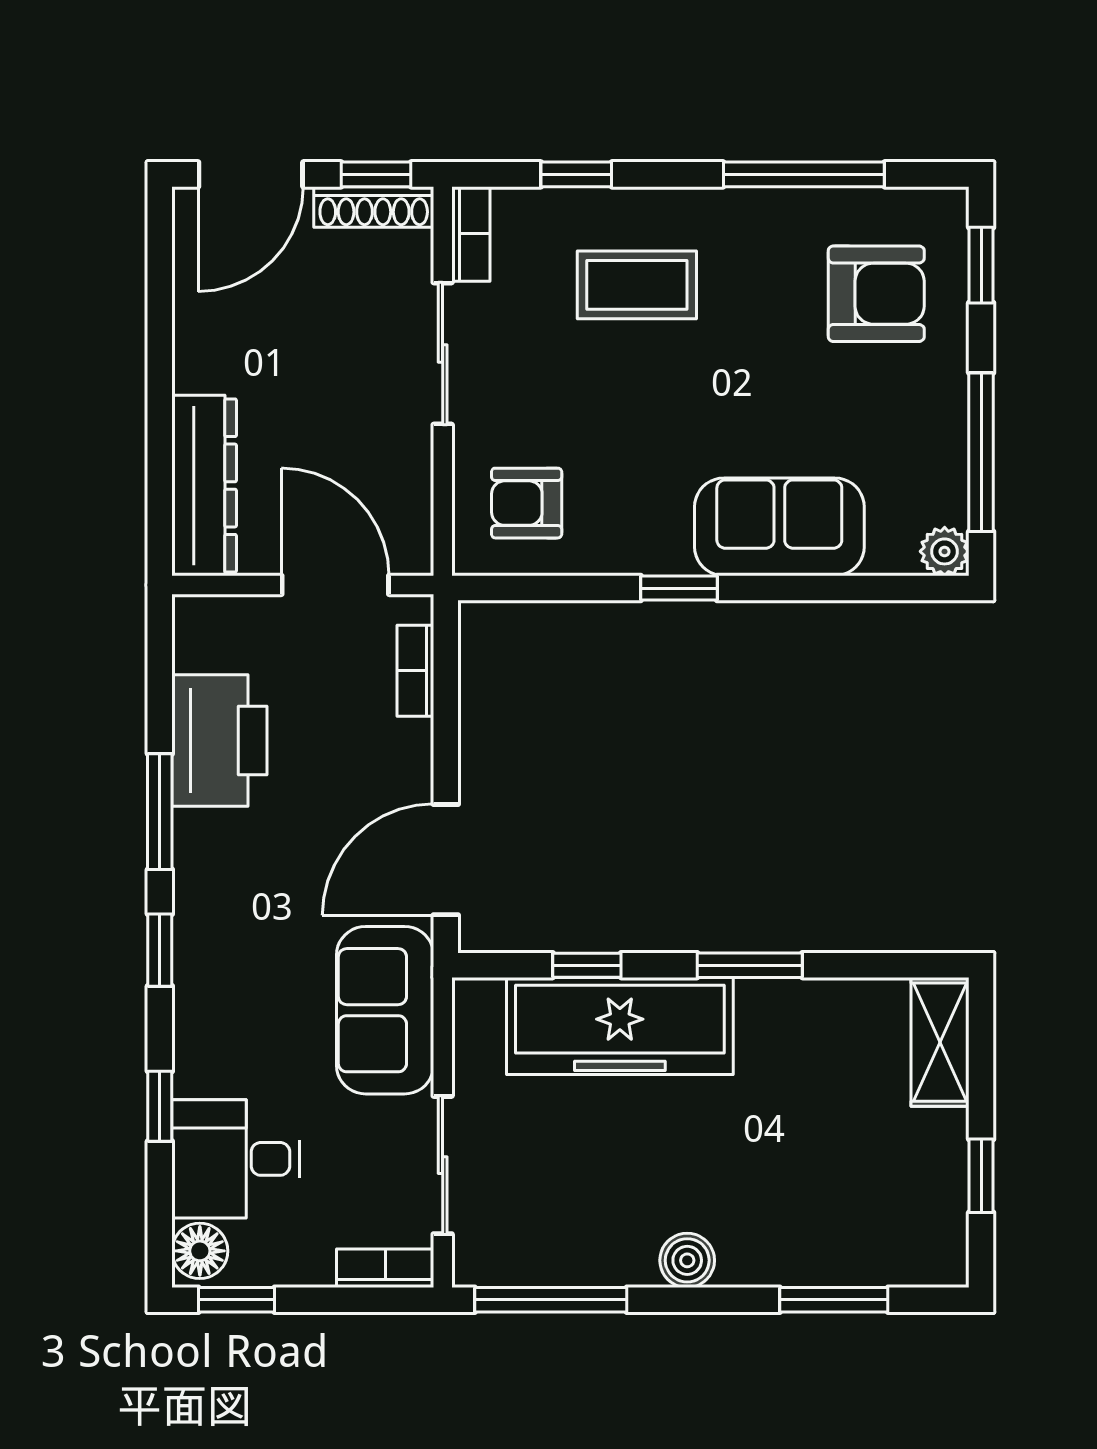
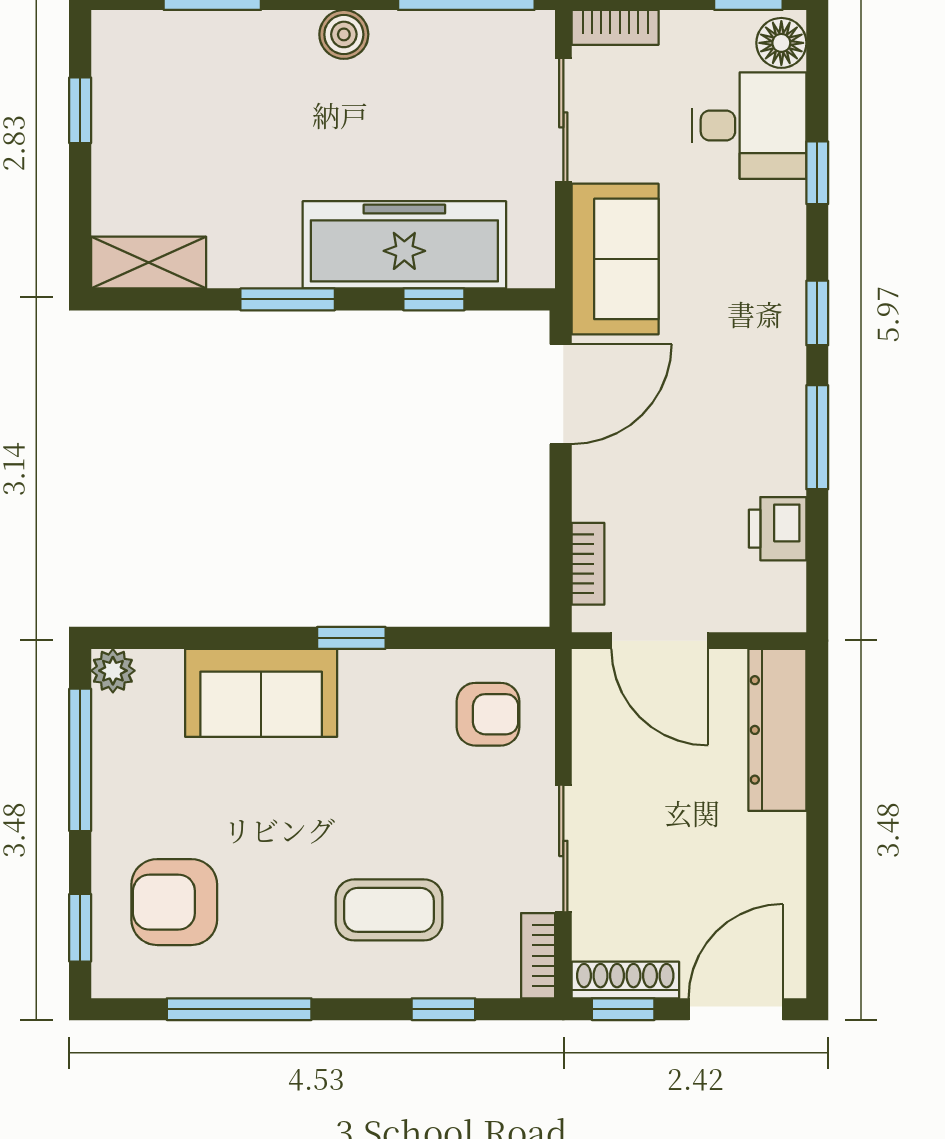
printer: (219, 740) -> (778, 529), width x0.53, depth x0.68
shelving: (940, 1042) -> (149, 263), moved, turned 90

